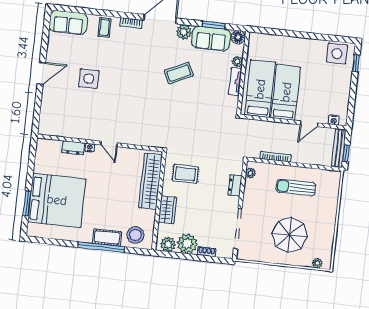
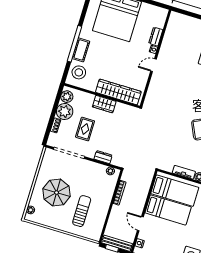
rug: (185, 174) -> (85, 129), moved
sun lounger: (296, 187) -> (82, 211), moved
wardrobe: (167, 210) -> (104, 104), moved

